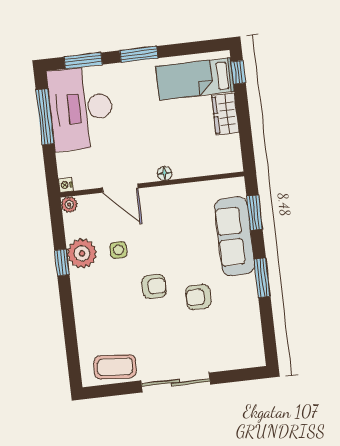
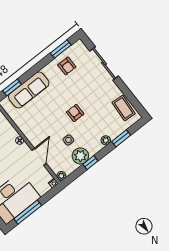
window: (262, 278) -> (61, 49), moved
armchair: (198, 297) -> (67, 66), moved
plant: (82, 308) -> (106, 140), added
window: (70, 334) -> (121, 138), added
sliding door: (176, 383) -> (104, 63), moved

